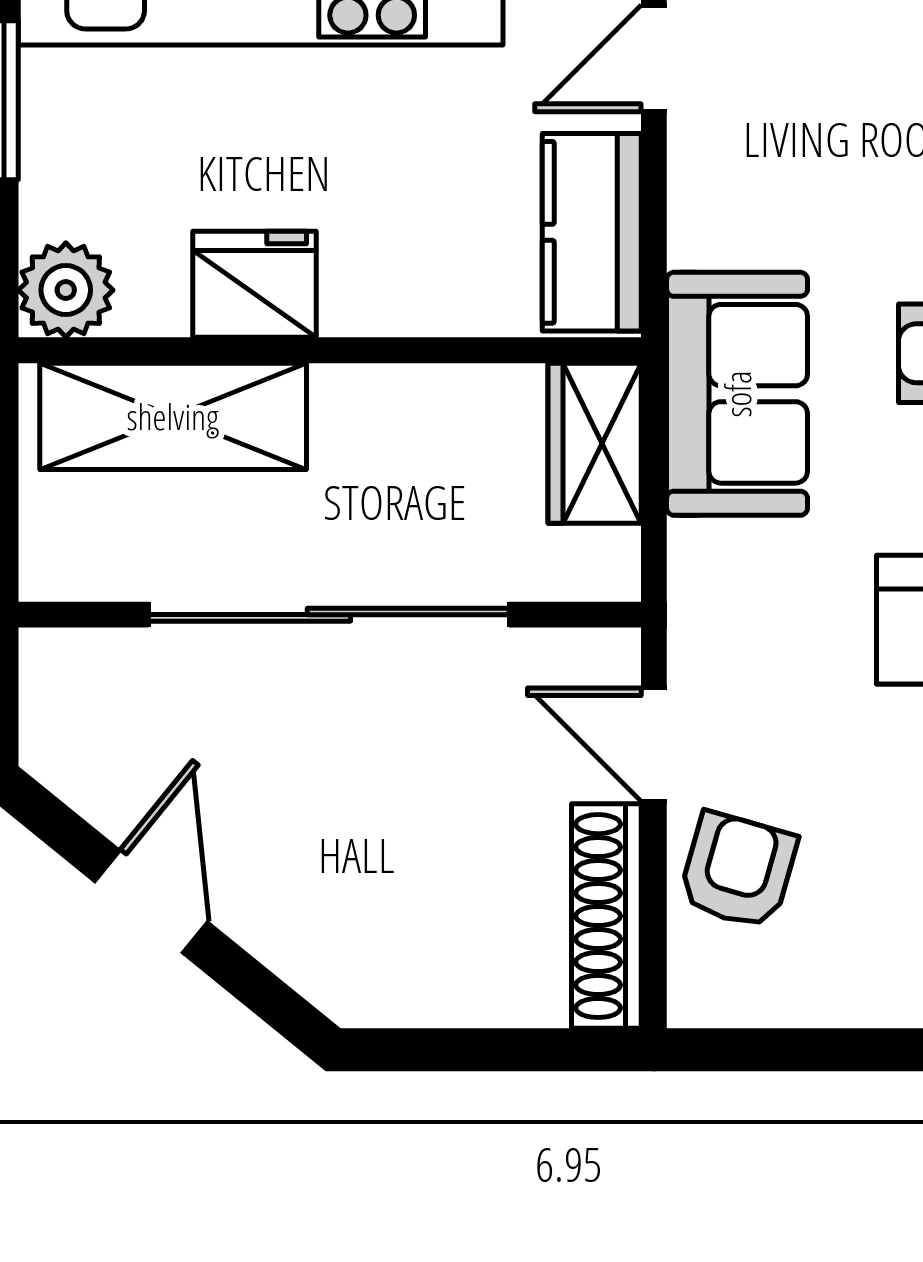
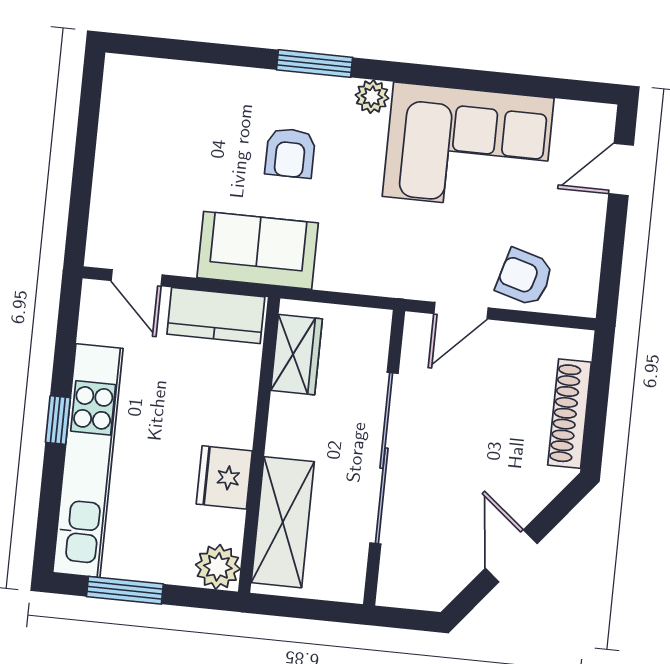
sofa: (737, 394) -> (258, 250), moved
wardrobe: (595, 443) -> (297, 355), moved, turned -90
door: (151, 902) -> (511, 556), hinge flipped
shoe rack: (606, 916) -> (570, 414), moved, turned 90

